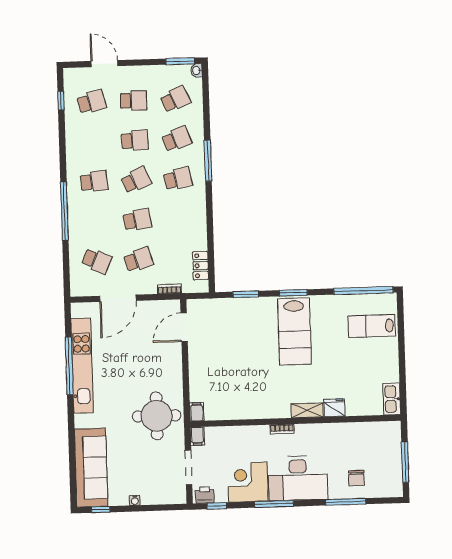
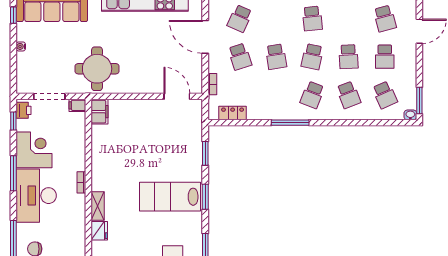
window: (208, 161) -> (290, 123), moved
school desk: (178, 179) -> (312, 95), turned 33
school desk: (136, 180) -> (312, 57), turned 36
filing cabinet: (197, 412) -> (100, 112), width x2.00

